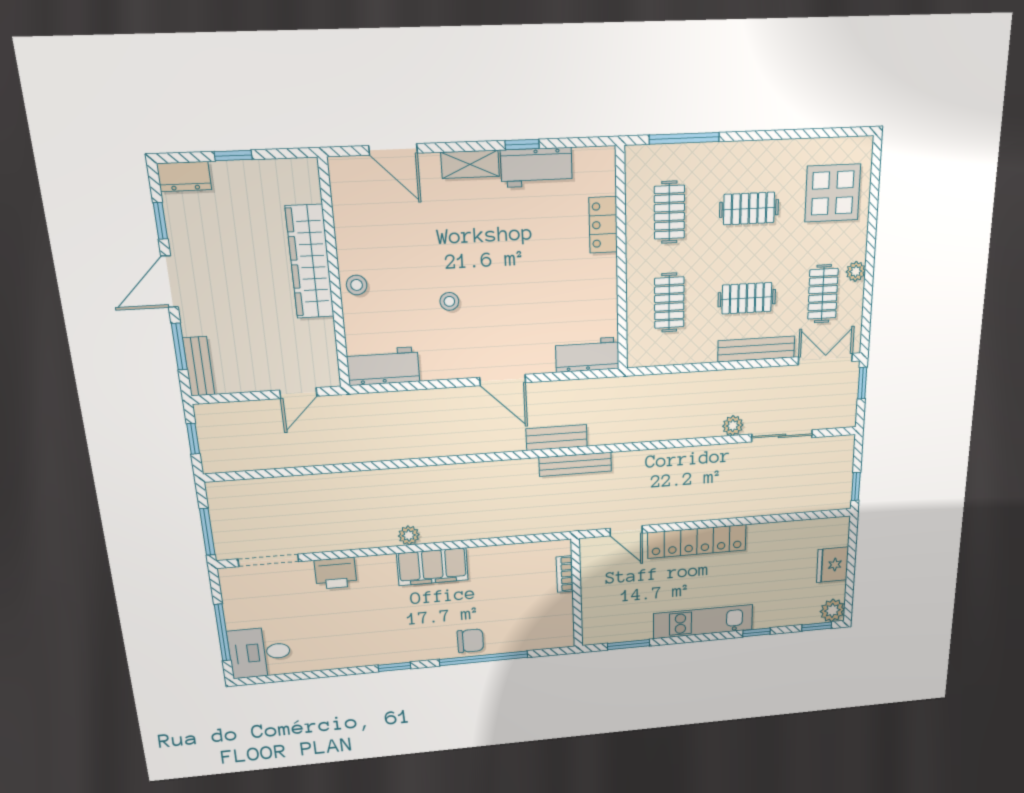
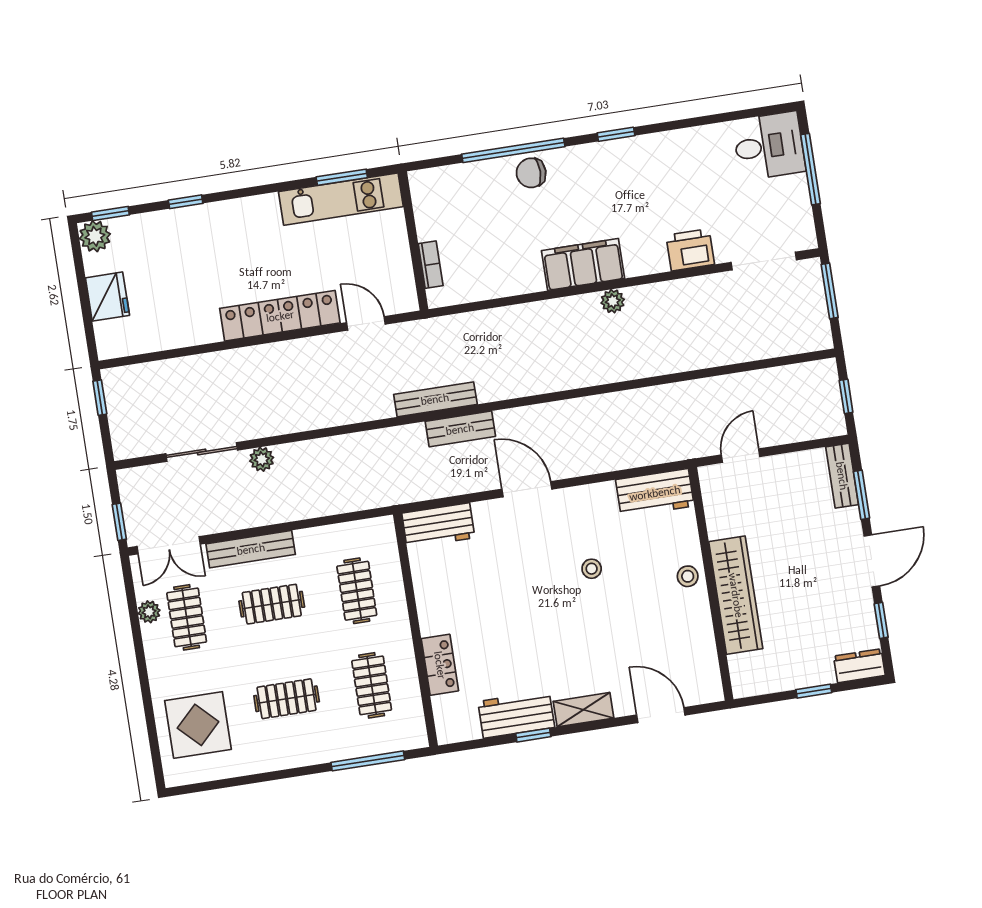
plant: (856, 271) -> (149, 612), moved
kitchen unit: (703, 622) -> (341, 199), moved

